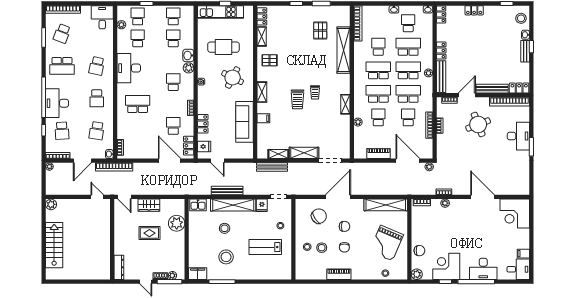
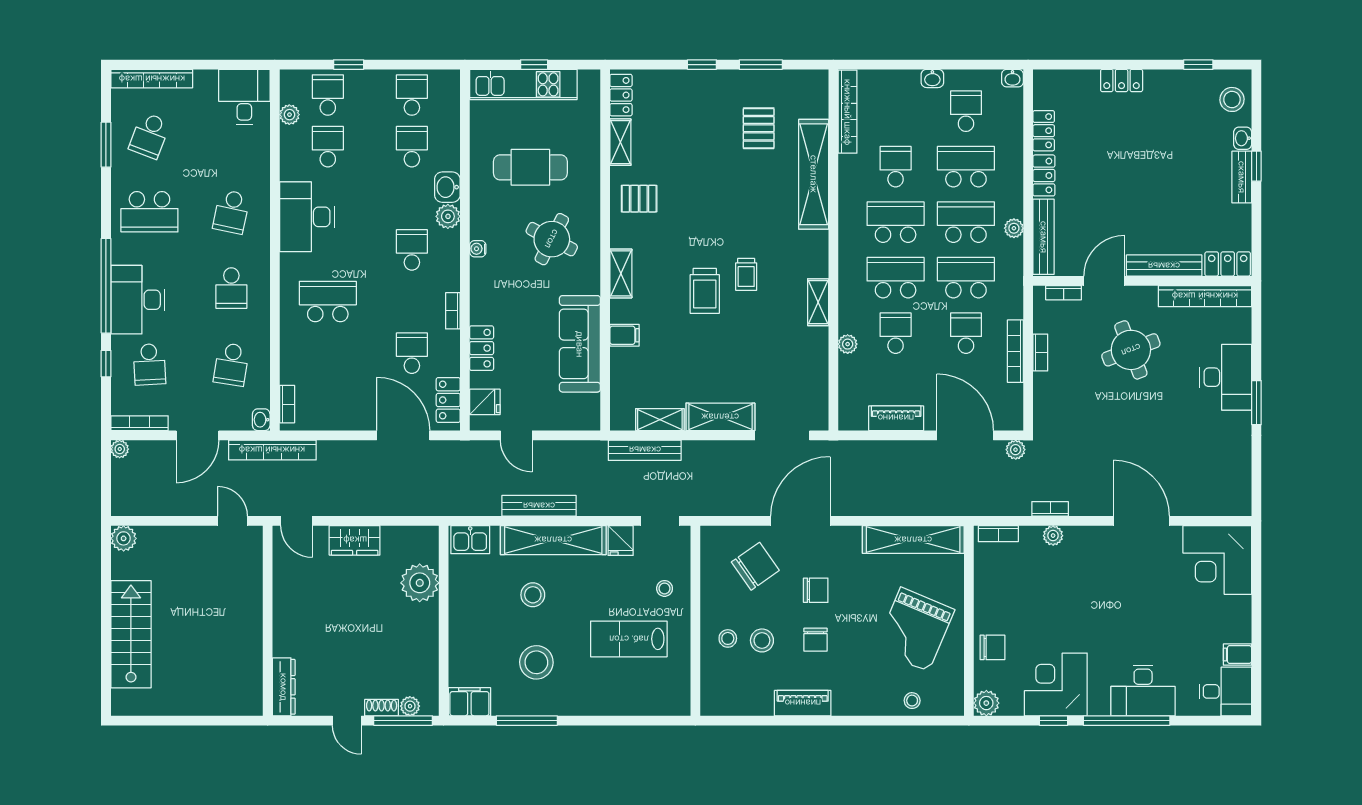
locker: (441, 15) -> (1044, 131), moved
rug: (149, 233) -> (356, 606), removed

